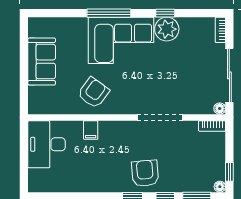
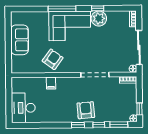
desk: (47, 144) -> (23, 108), moved

